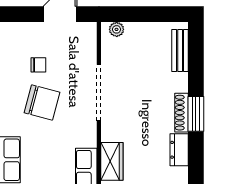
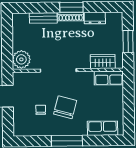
plant: (117, 29) -> (21, 59), width x1.88, depth x1.88
bench: (180, 51) -> (43, 18), moved

